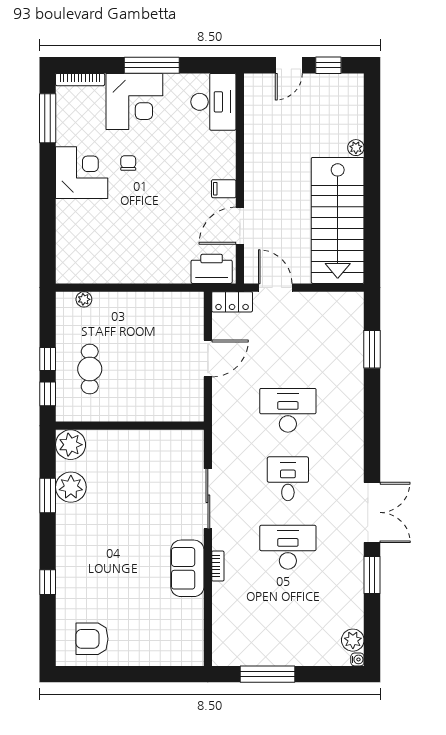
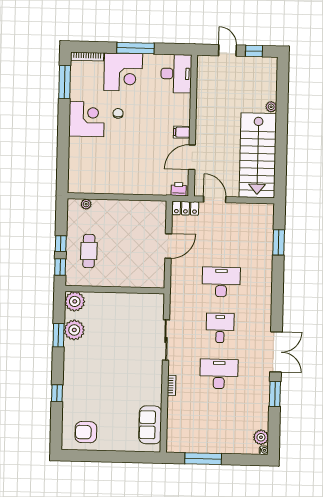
door: (289, 65) -> (227, 50), swing flipped
printer: (212, 269) -> (179, 189), width x0.53, depth x0.68
sofa: (187, 568) -> (150, 425), moved

